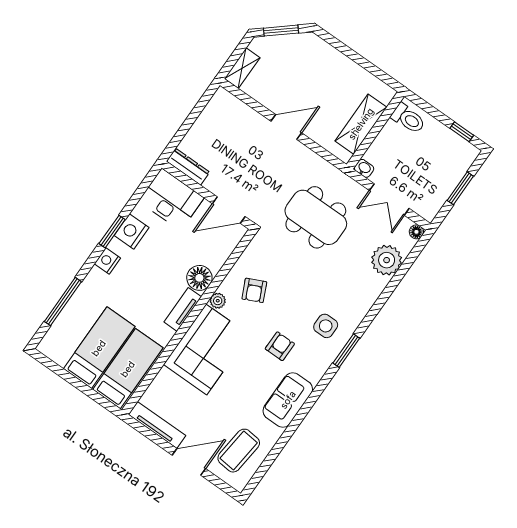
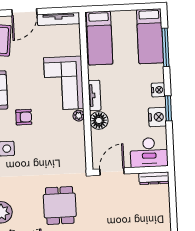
dining table: (316, 217) -> (60, 205), width x0.73
armchair: (254, 290) -> (63, 137), removed
armchair: (280, 346) -> (24, 117), turned -90
bed: (99, 348) -> (150, 36), moved

